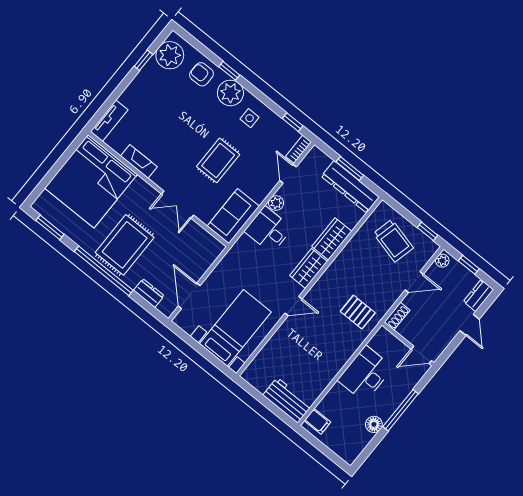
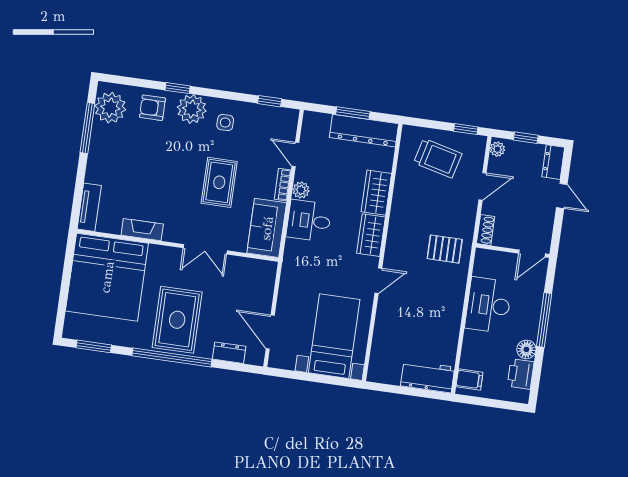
window: (143, 60) -> (87, 128), width x2.17
bookcase: (298, 149) -> (283, 185), moved
printer: (359, 440) -> (521, 374), added

